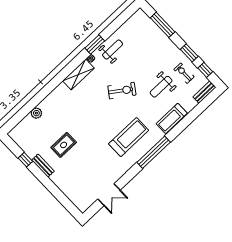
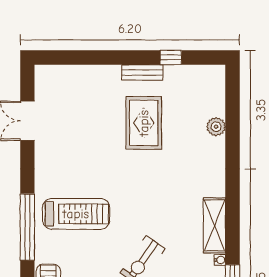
treadmill: (129, 137) -> (76, 214), turned -90
rug: (64, 145) -> (144, 123), width x1.36, depth x1.43

